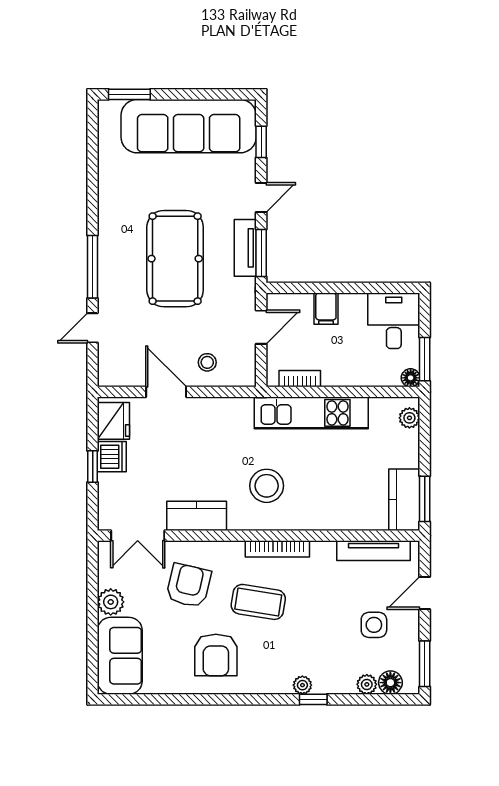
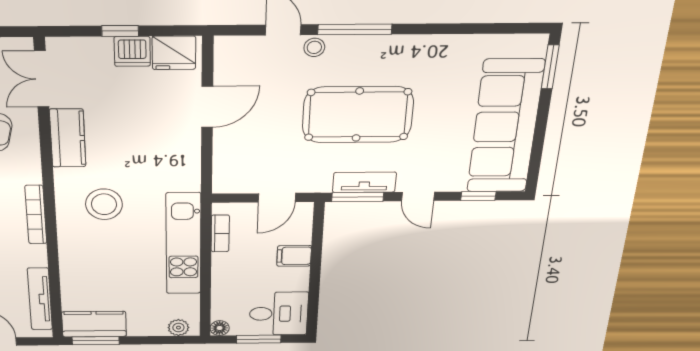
door: (261, 327) -> (277, 198), hinge flipped
window: (425, 359) -> (259, 339), moved
stool: (207, 362) -> (314, 47), moved

